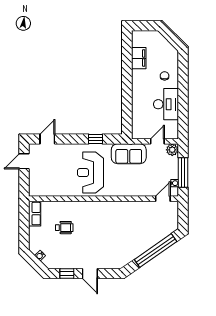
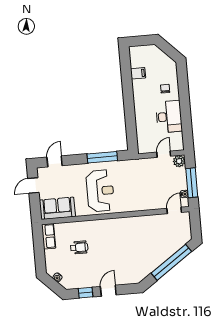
filing cabinet: (139, 58) -> (138, 73), width x0.50
window: (95, 139) -> (102, 157), width x2.17
sofa: (129, 154) -> (57, 208), moved, turned 180
reception desk: (91, 173) -> (100, 191), turned 180
door: (90, 273) -> (108, 291), swing flipped

